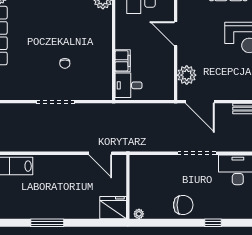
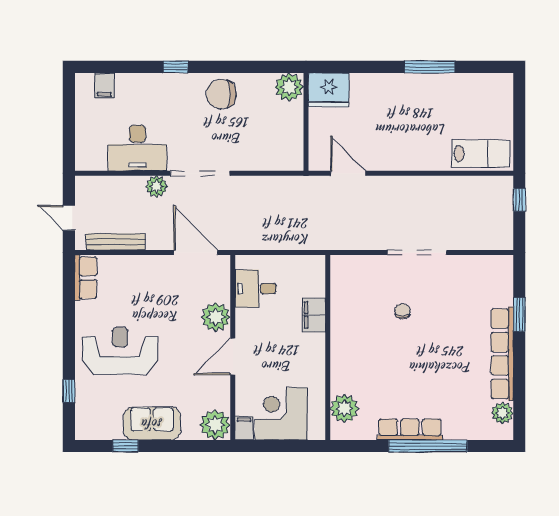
door: (176, 34) -> (233, 357), swing flipped
plant: (187, 75) -> (216, 317), moved
desk: (129, 85) -> (256, 289), moved, turned 180
plant: (225, 145) -> (156, 186), added
plant: (139, 214) -> (289, 87), width x1.88, depth x1.88

